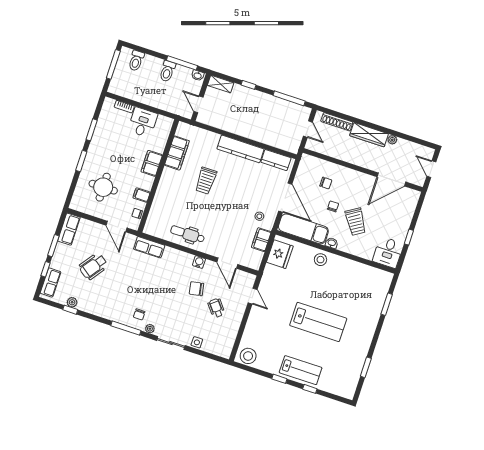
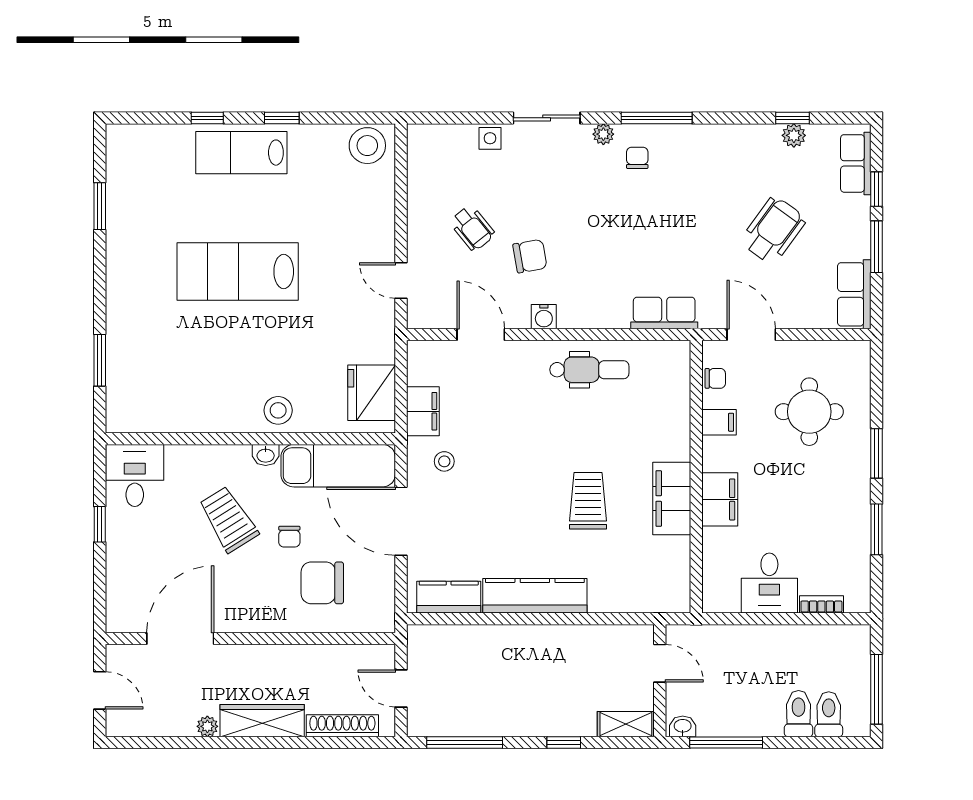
toilet: (167, 71) -> (799, 714), moved
filing cabinet: (177, 153) -> (672, 498), moved
chair: (326, 183) -> (322, 583), width x1.87, depth x1.87

